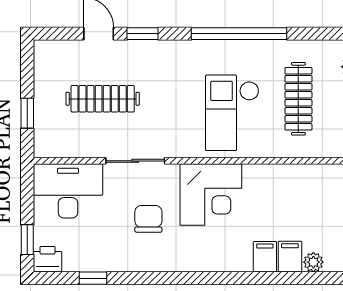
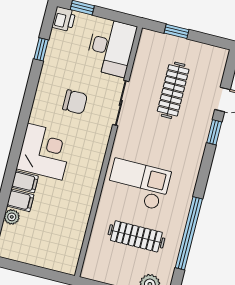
window: (239, 34) -> (189, 233), moved
corner desk: (211, 195) -> (45, 152), moved, turned 180

